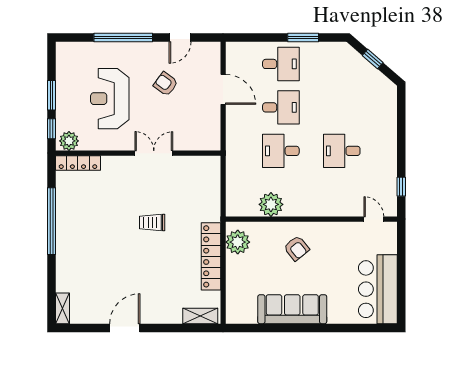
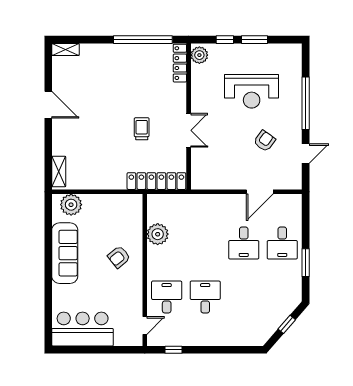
door: (180, 38) -> (306, 154), swing flipped
reception desk: (110, 99) -> (252, 91), turned 180
plant: (69, 141) -> (199, 55), moved
desk: (281, 151) -> (167, 297), moved
wall: (138, 153) -> (189, 116), moved
double door: (154, 153) -> (189, 130), moved
locker: (78, 163) -> (180, 63), moved
plant: (238, 242) -> (71, 205), moved
locker: (211, 256) -> (156, 181), moved

